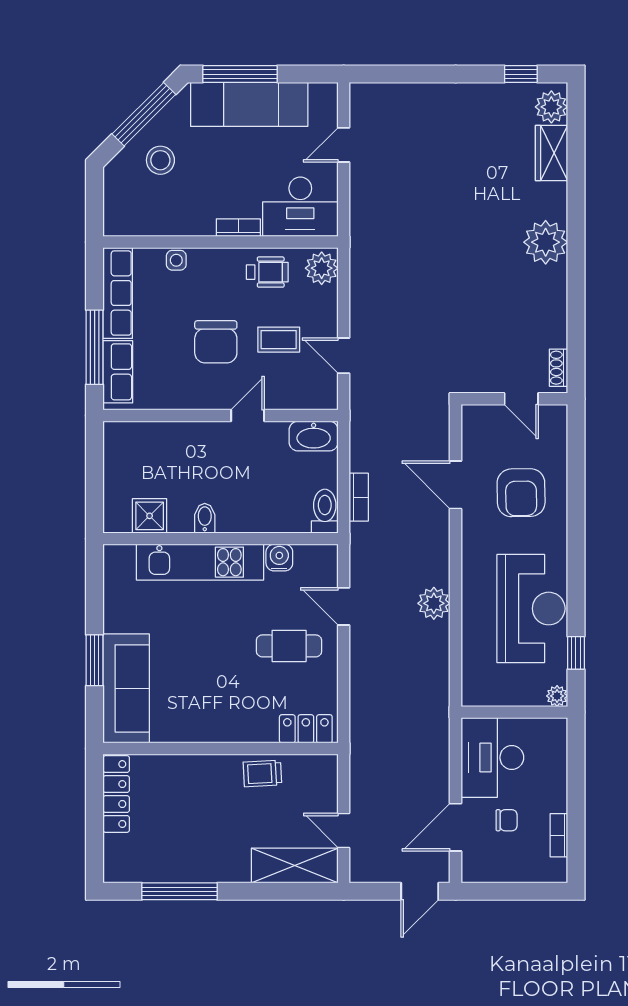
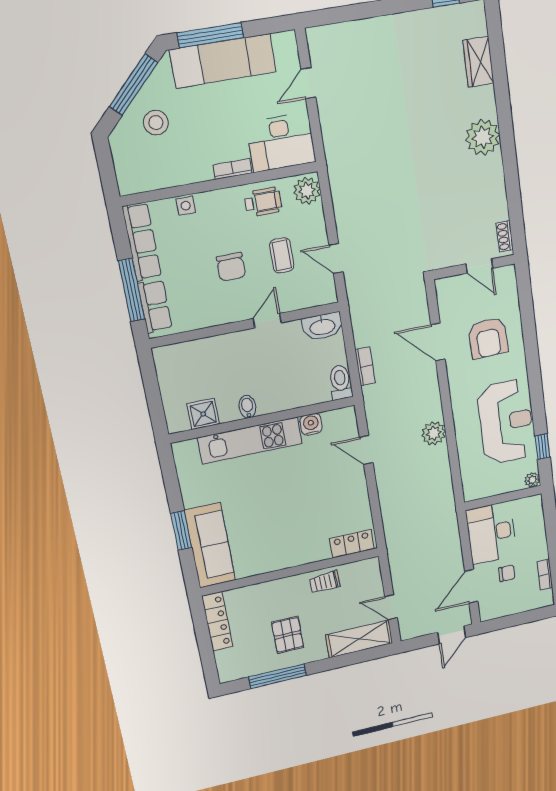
plant: (551, 107) -> (474, 22), removed
coffee table: (279, 340) -> (282, 255), turned 90
chair: (216, 342) -> (231, 267), width x0.73, depth x0.73
cafe table: (289, 646) -> (329, 488), removed
pallet: (202, 836) -> (288, 635), added

